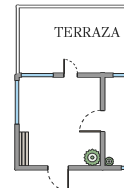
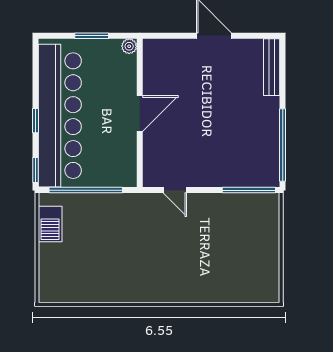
door: (71, 75) -> (175, 190), moved
plant: (92, 158) -> (157, 53), removed

